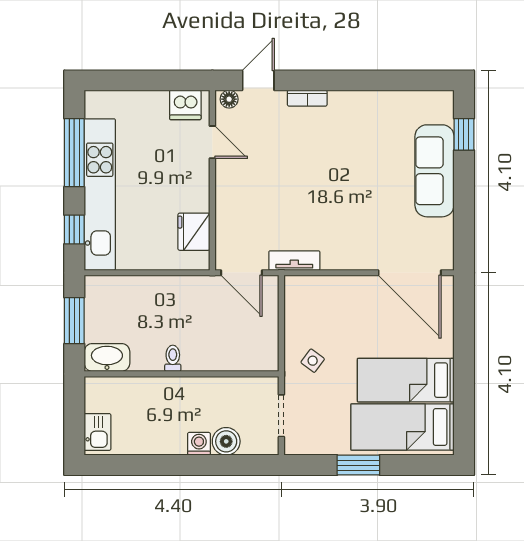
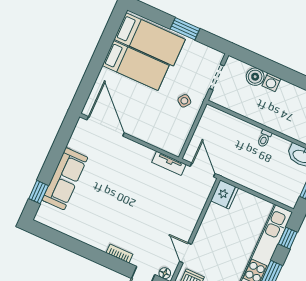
fridge: (194, 232) -> (225, 194), moved

